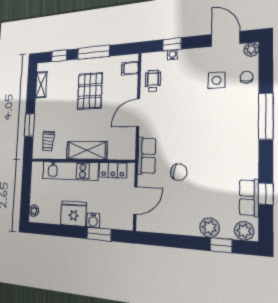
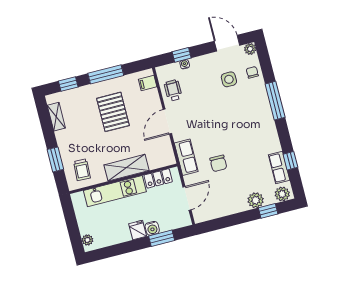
chair: (179, 172) -> (218, 163), turned 82
fridge: (73, 214) -> (138, 230), width x0.53, depth x0.75

